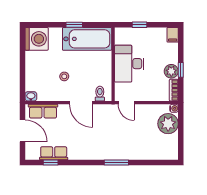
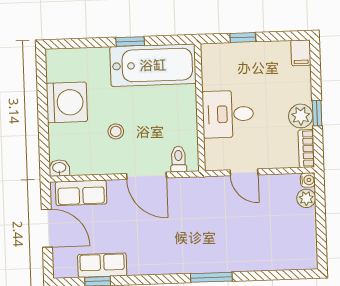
washing machine: (37, 39) -> (67, 102), moved
desk: (129, 64) -> (228, 114), width x0.73
door: (126, 103) -> (244, 172), moved
plant: (168, 124) -> (306, 198), width x0.53, depth x0.53

